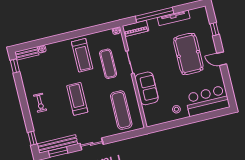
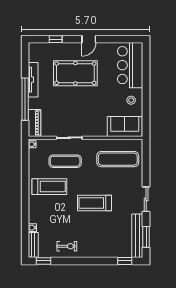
sofa: (147, 88) -> (125, 127), moved
exercise bike: (40, 103) -> (67, 246), moved

